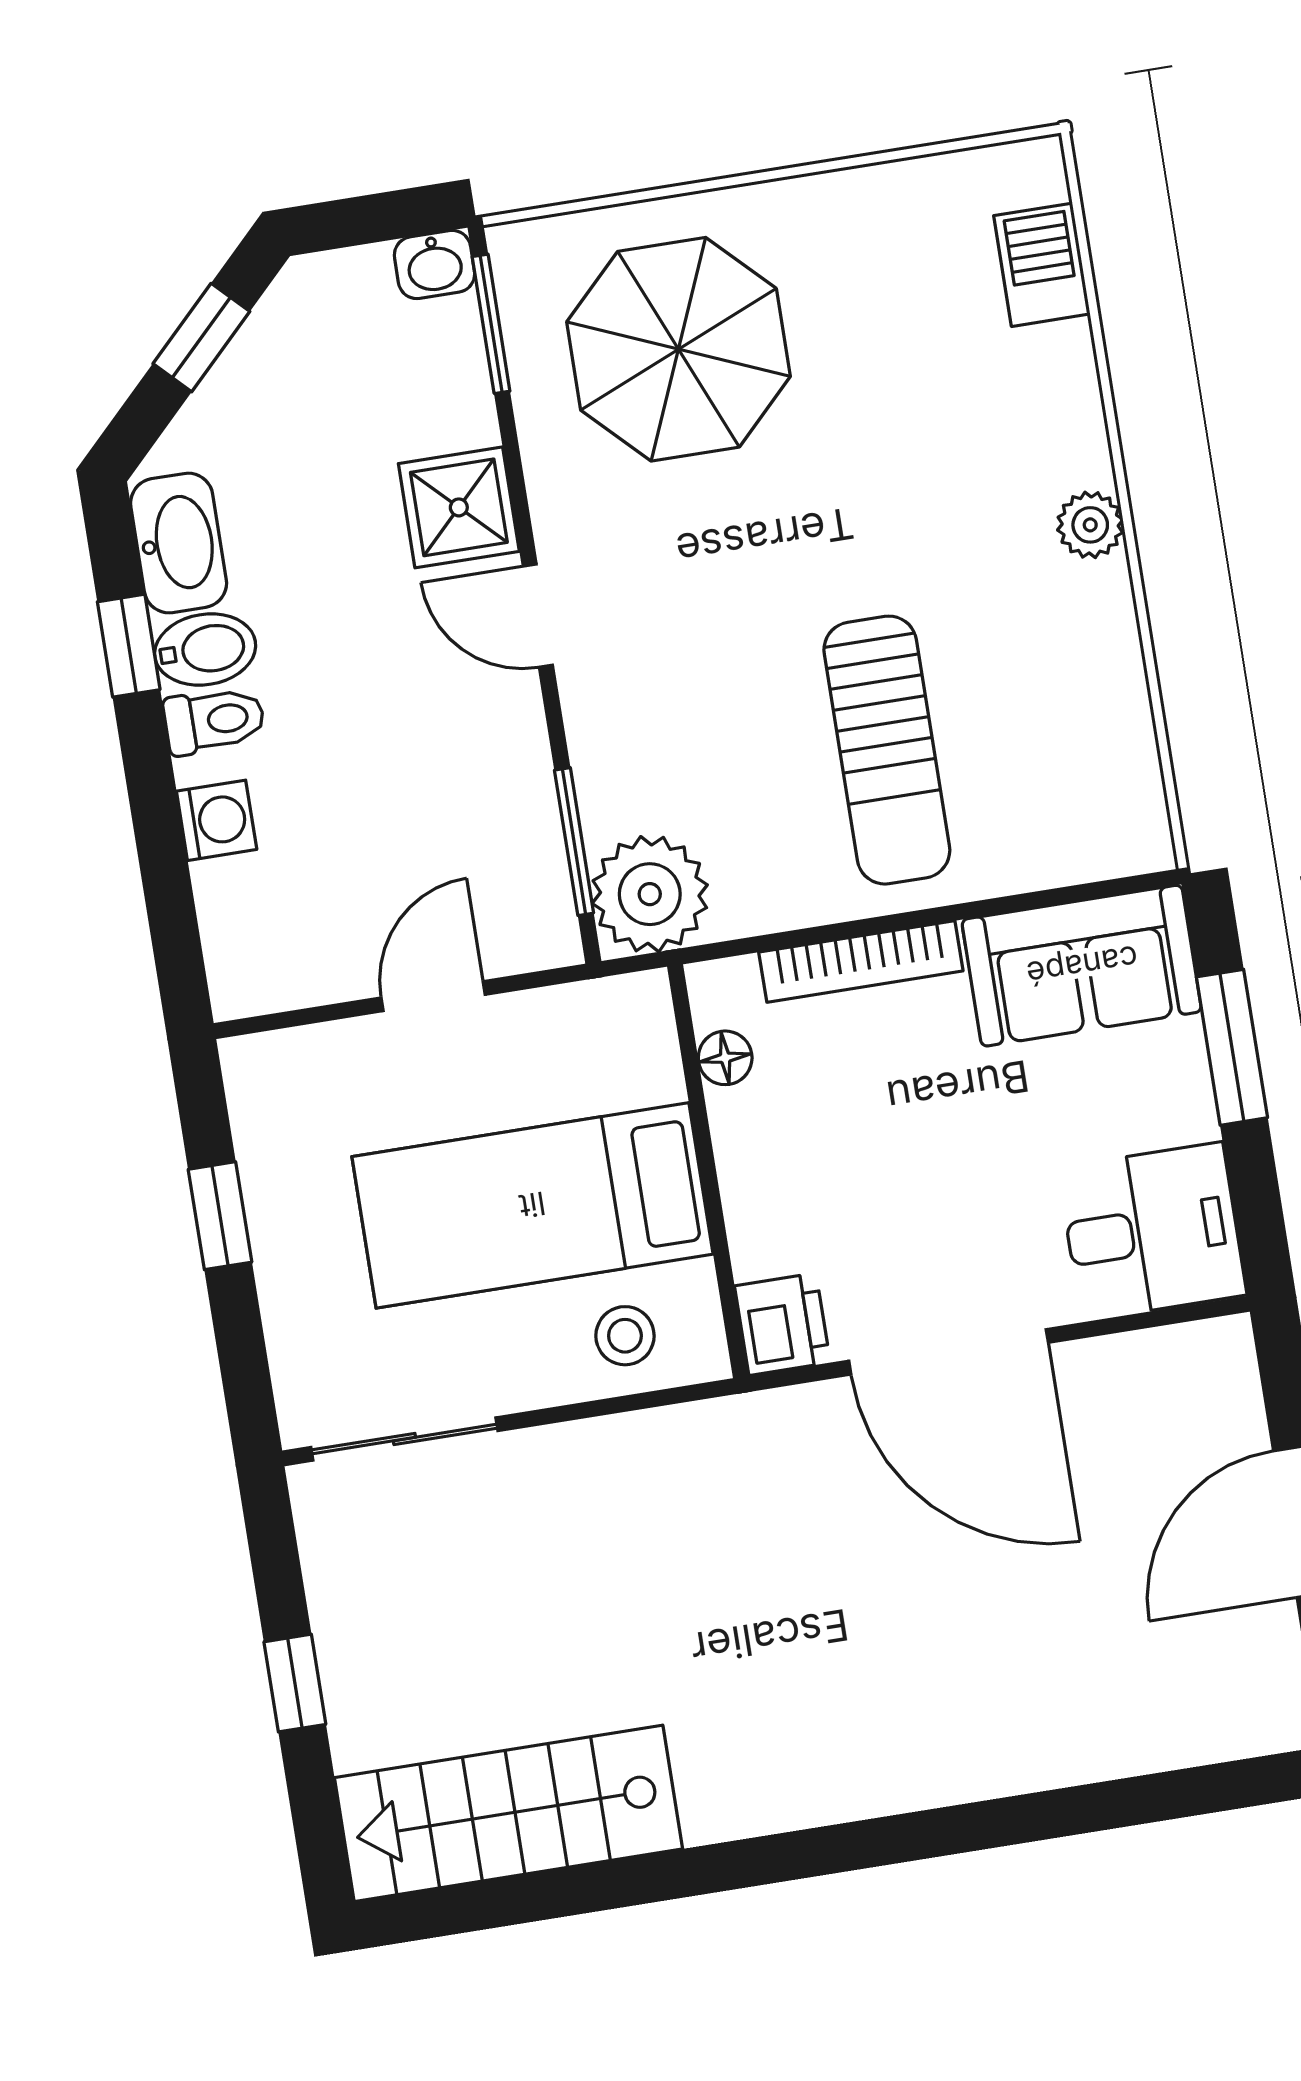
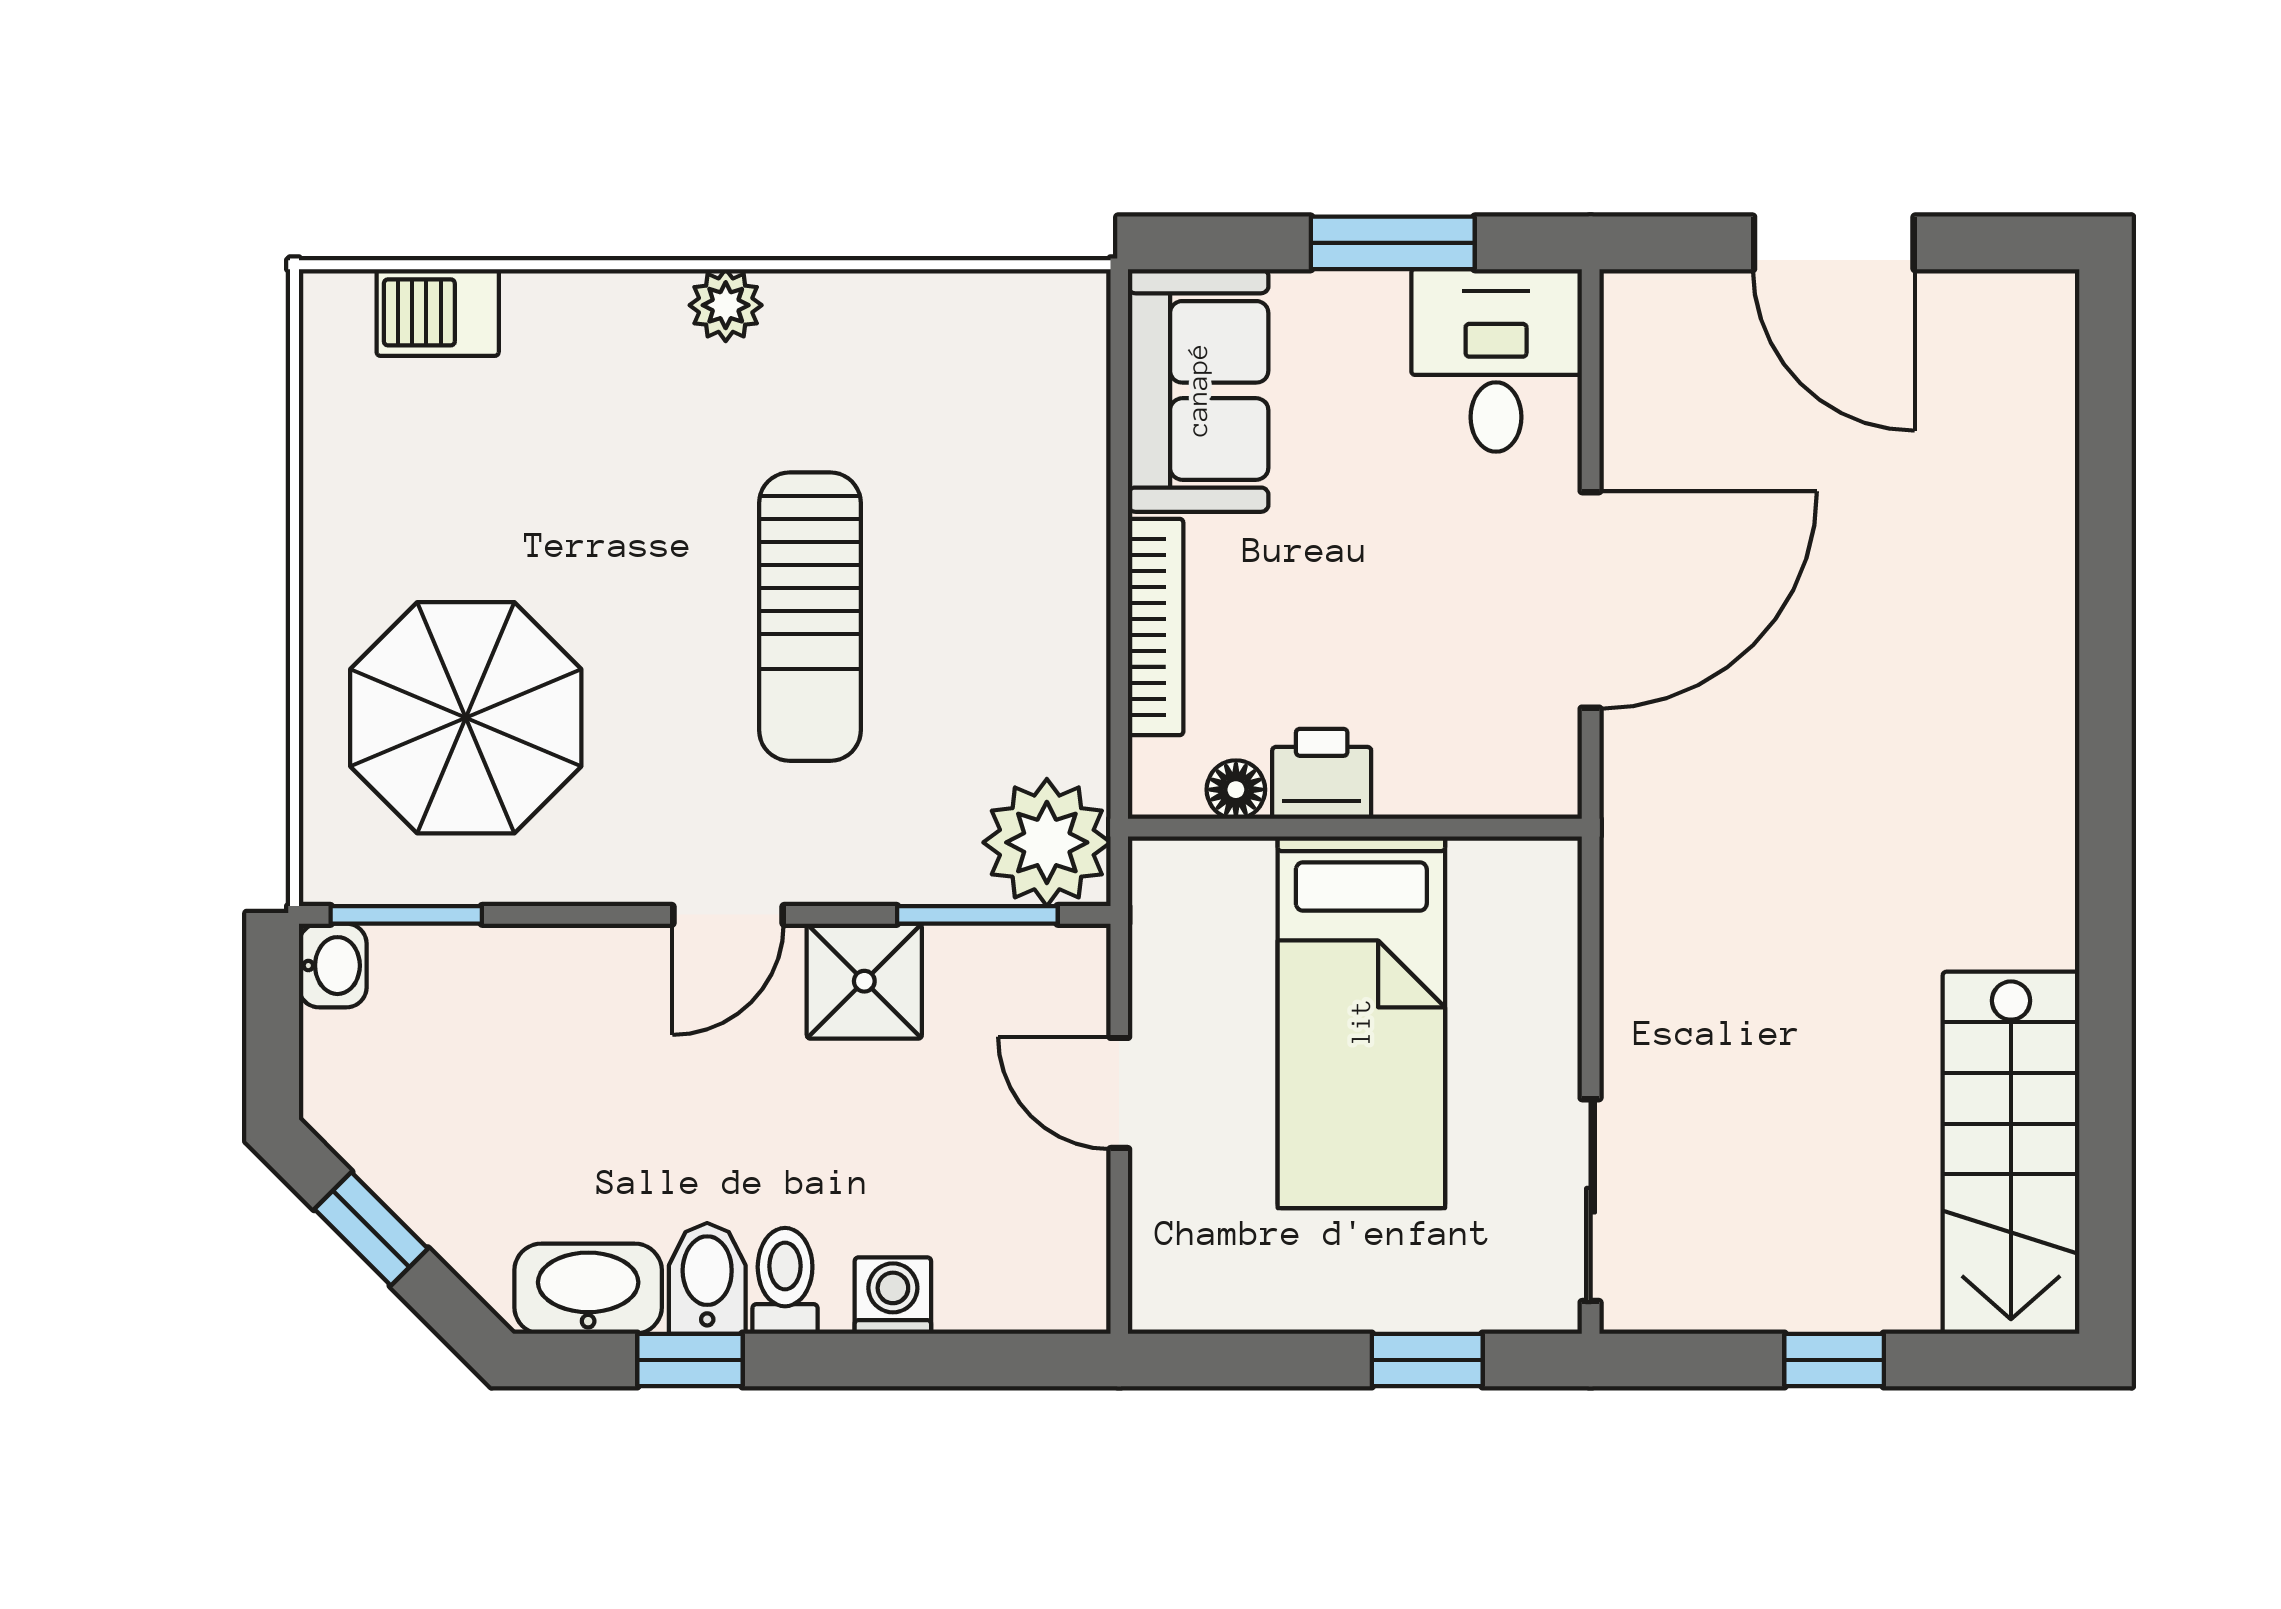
shower: (459, 507) -> (864, 981), moved
sun lounger: (887, 750) -> (810, 617), moved, turned 90
window: (1232, 1047) -> (1393, 243), moved
window: (220, 1216) -> (1427, 1360), moved
printer: (782, 1324) -> (1322, 774), moved
stool: (625, 1336) -> (1517, 945), removed

